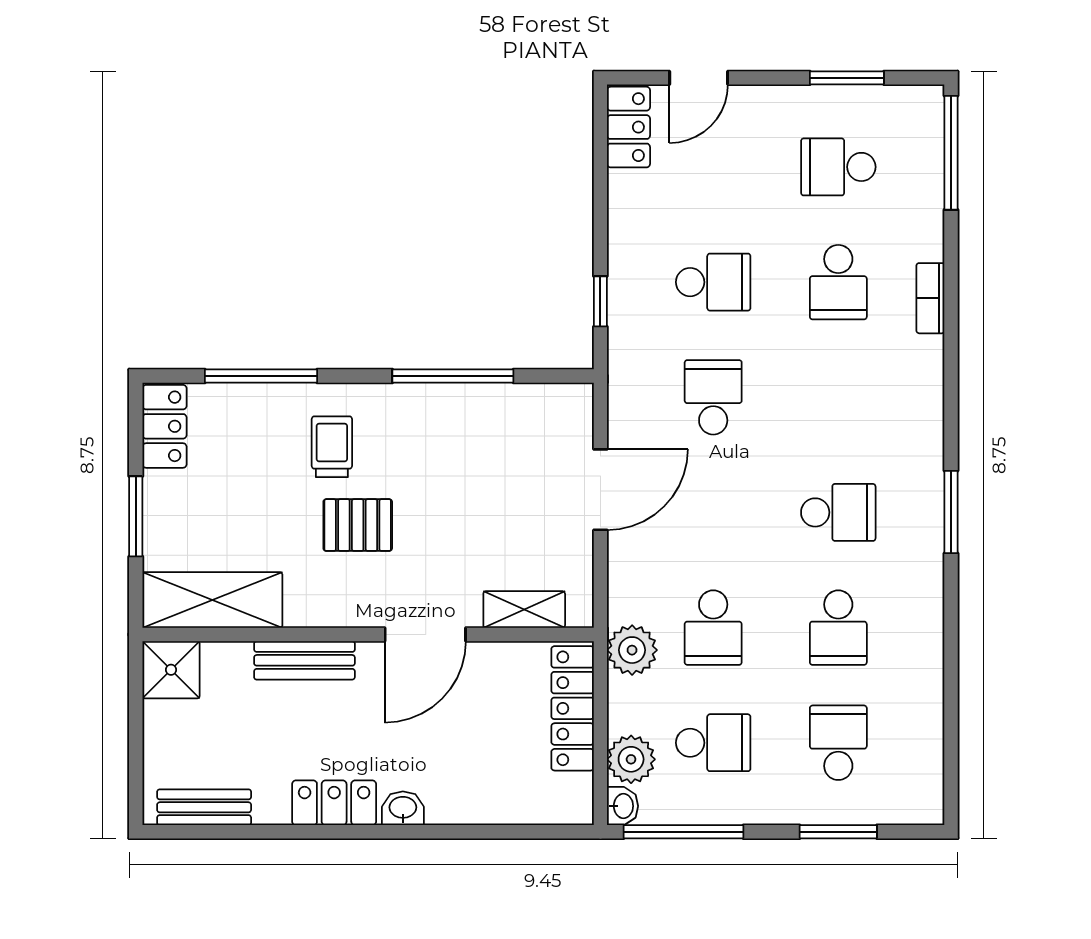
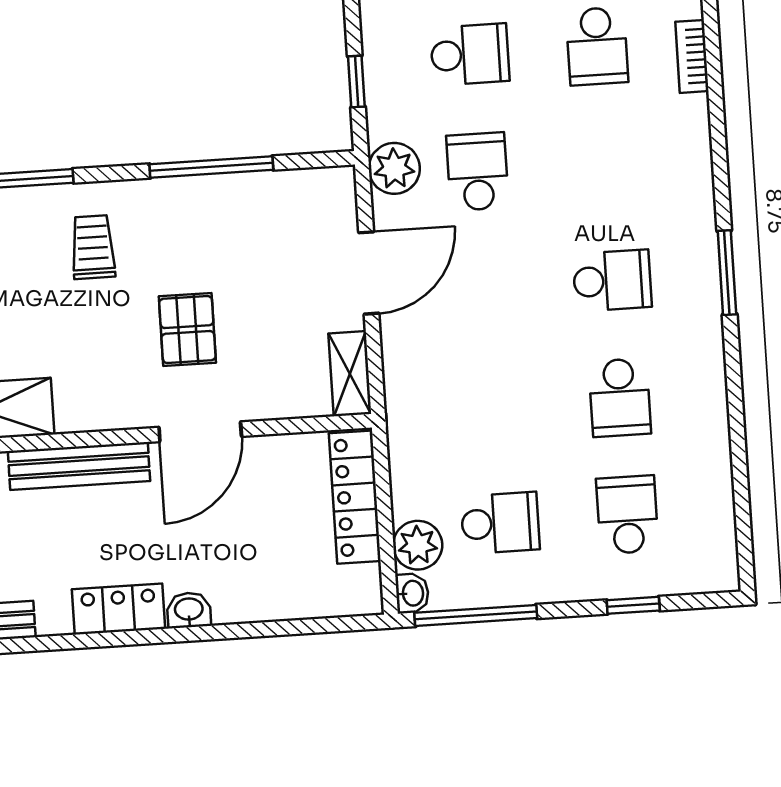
pallet: (358, 525) -> (187, 330), moved, turned 90
shelving: (524, 610) -> (350, 374), moved, turned 90
school desk: (713, 628) -> (493, 406), removed
plant: (632, 650) -> (394, 168), moved
bench: (304, 660) -> (79, 466), width x1.36
window: (838, 832) -> (633, 605), width x0.67

